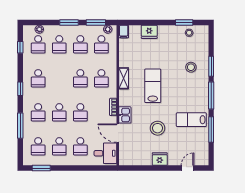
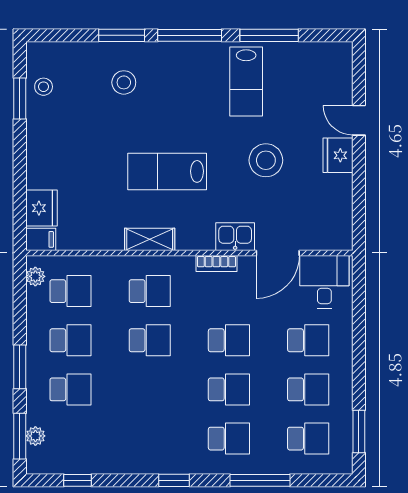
window: (96, 23) -> (20, 436), moved
fridge: (149, 32) -> (41, 208), moved
school desk: (38, 44) -> (70, 439), removed
school desk: (38, 78) -> (150, 439), removed
door: (187, 168) -> (359, 120), moved

